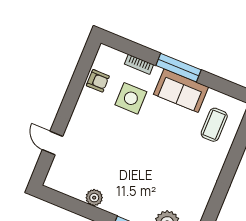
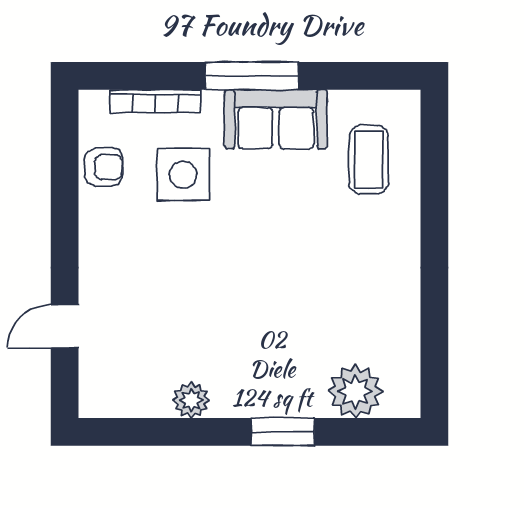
bookcase: (139, 64) -> (155, 101), width x1.56
door: (52, 143) -> (65, 326), hinge flipped

